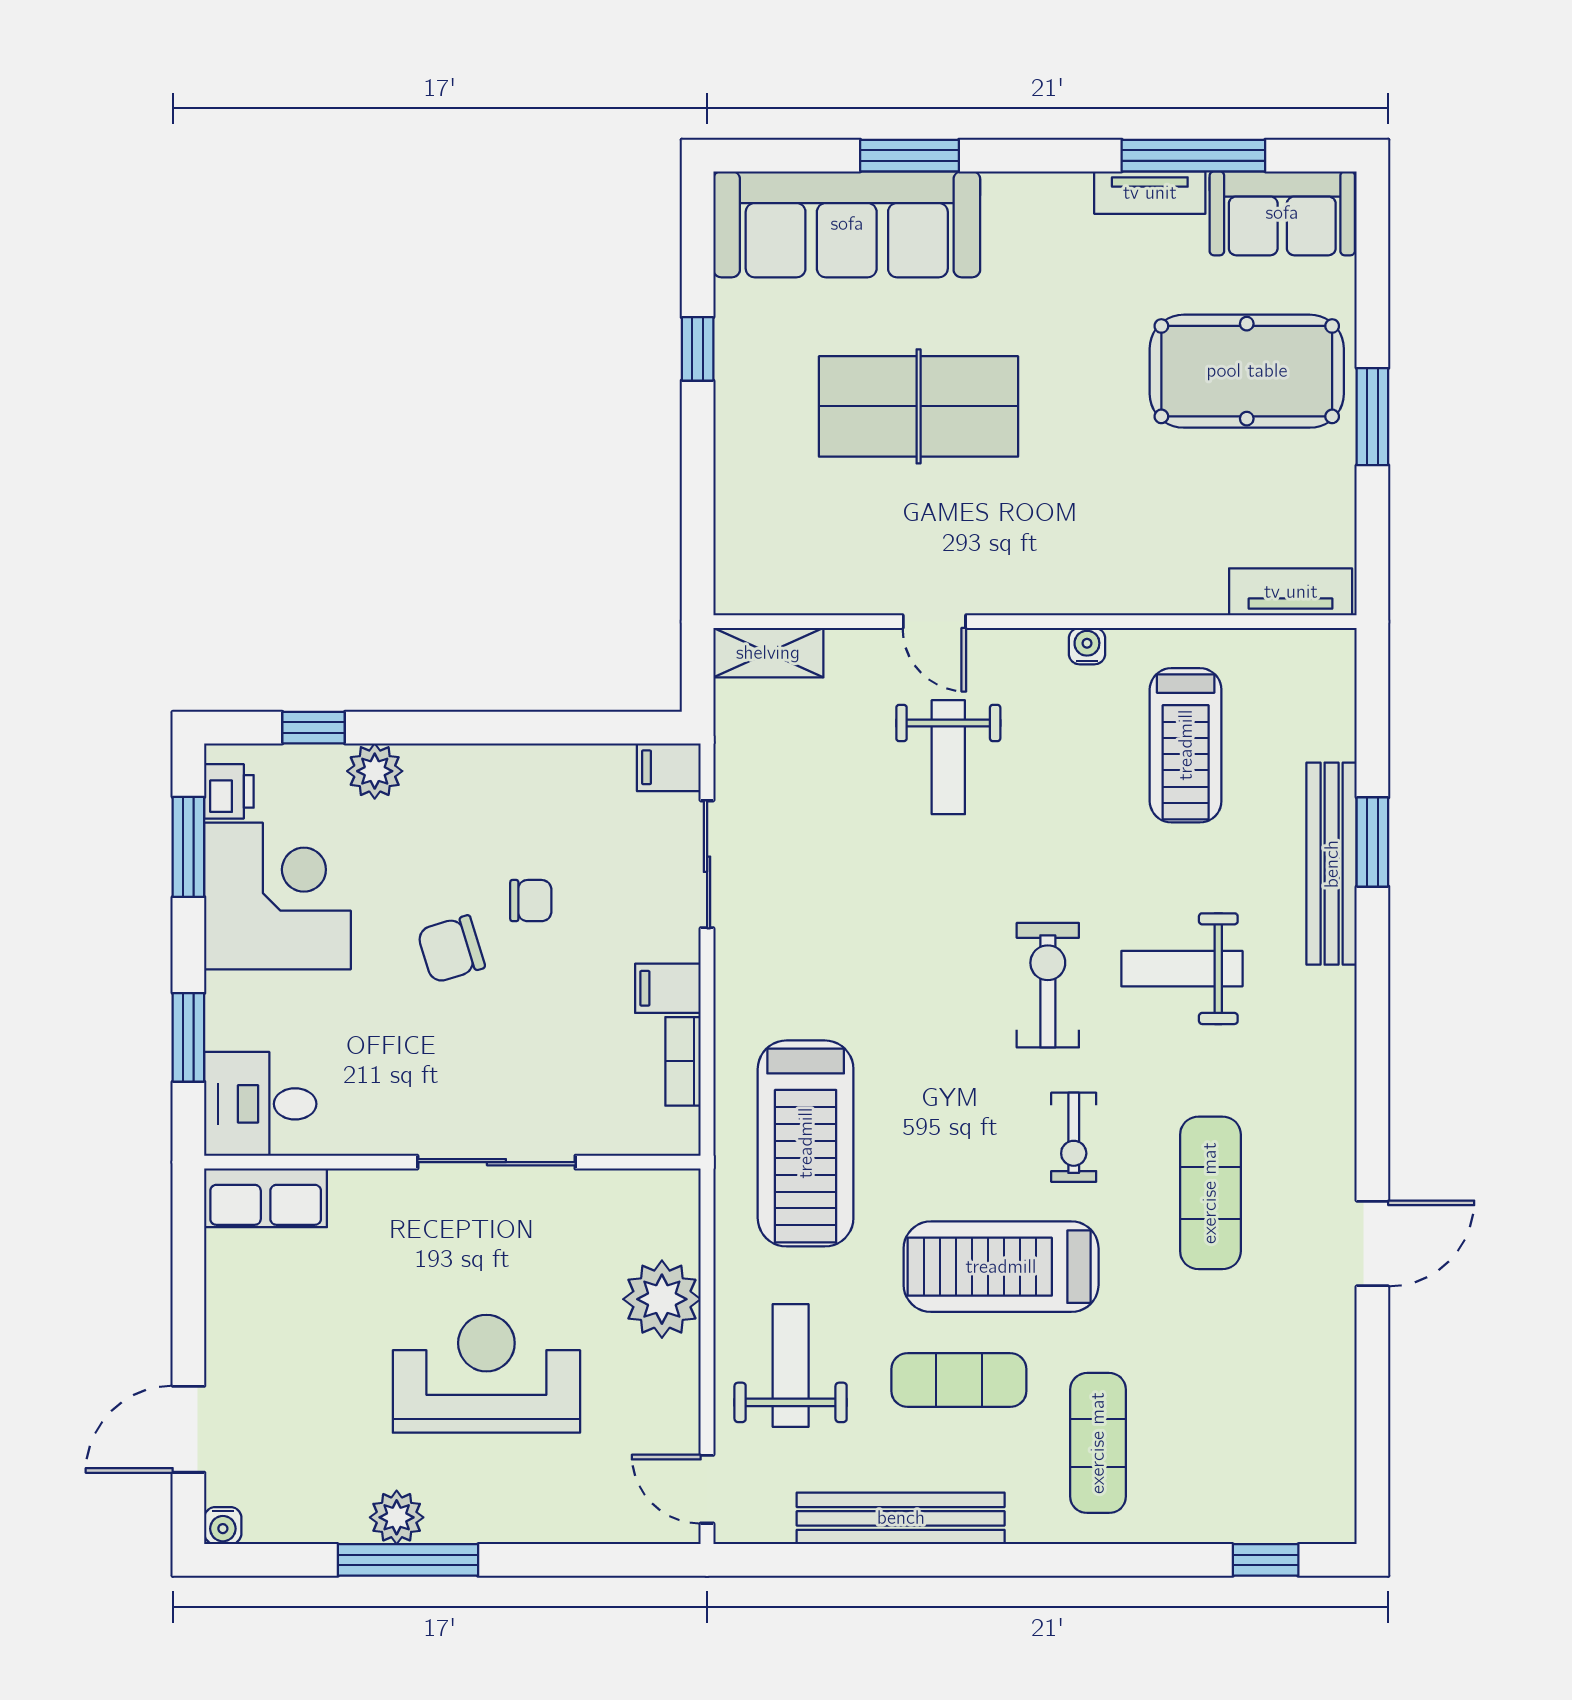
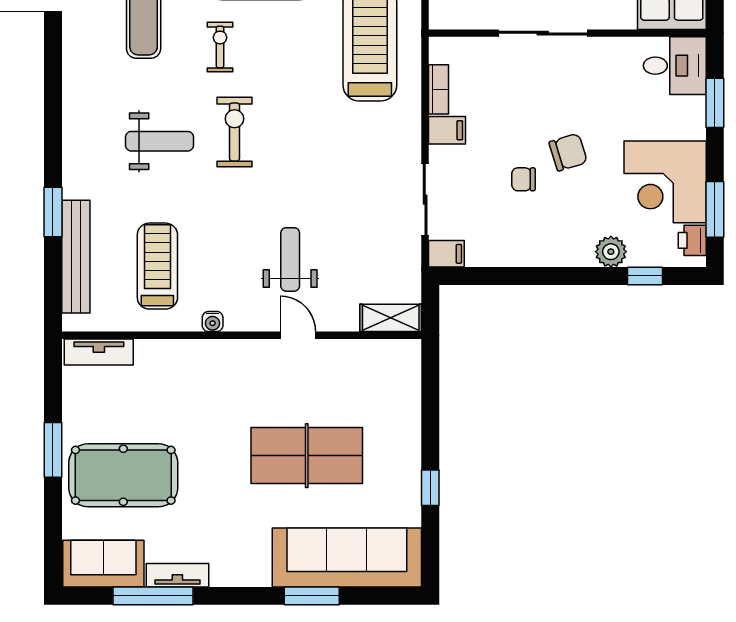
bench: (1332, 864) -> (76, 257), moved
exercise bike: (1048, 985) -> (234, 132), turned 180

